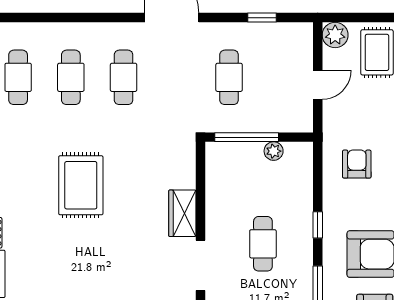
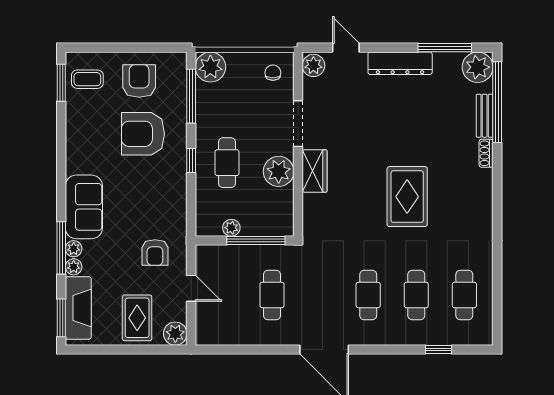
window: (262, 18) -> (439, 349), moved
door: (318, 85) -> (191, 288), swing flipped
armchair: (357, 164) -> (155, 252), moved
plant: (222, 213) -> (279, 171), added
cafe table: (263, 244) -> (227, 163), moved

